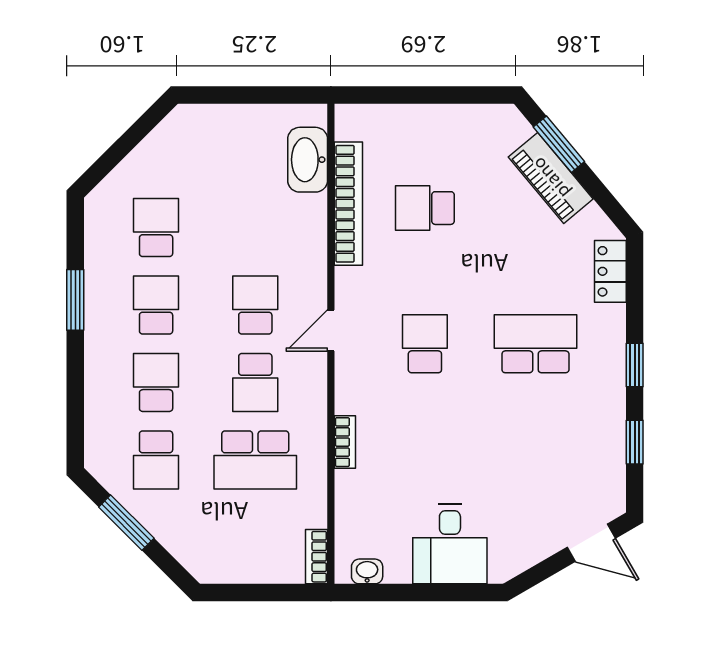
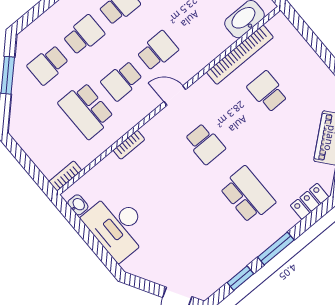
school desk: (425, 344) -> (205, 144), turned 90
window: (635, 365) -> (276, 249), width x1.50
desk: (450, 544) -> (117, 226), width x1.37

